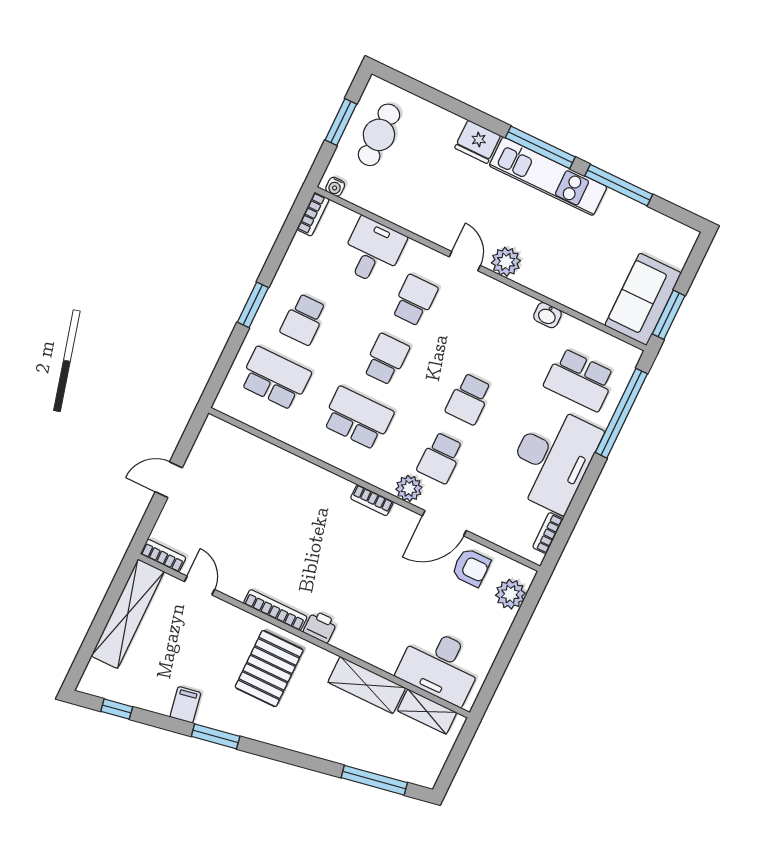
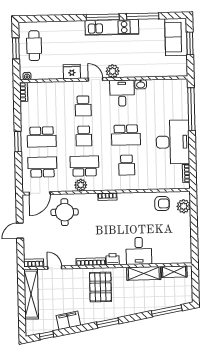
fridge: (478, 142) -> (72, 72), moved, turned 180
desk: (373, 251) -> (122, 93), moved
sofa: (643, 299) -> (176, 37), moved
school desk: (414, 300) -> (83, 106), turned 180
window: (669, 315) -> (190, 43), moved
school desk: (303, 319) -> (42, 137), width x1.85
school desk: (386, 359) -> (84, 136), turned 180
school desk: (580, 380) -> (167, 104), removed
school desk: (469, 399) -> (126, 135), width x1.85
round table: (273, 488) -> (65, 212), added
plant: (409, 488) -> (81, 185), moved
door: (444, 523) -> (40, 193), moved
desk: (440, 666) -> (139, 251), moved, width x0.73
filing cabinet: (185, 705) -> (68, 320), width x2.00
window: (216, 736) -> (108, 323), moved

